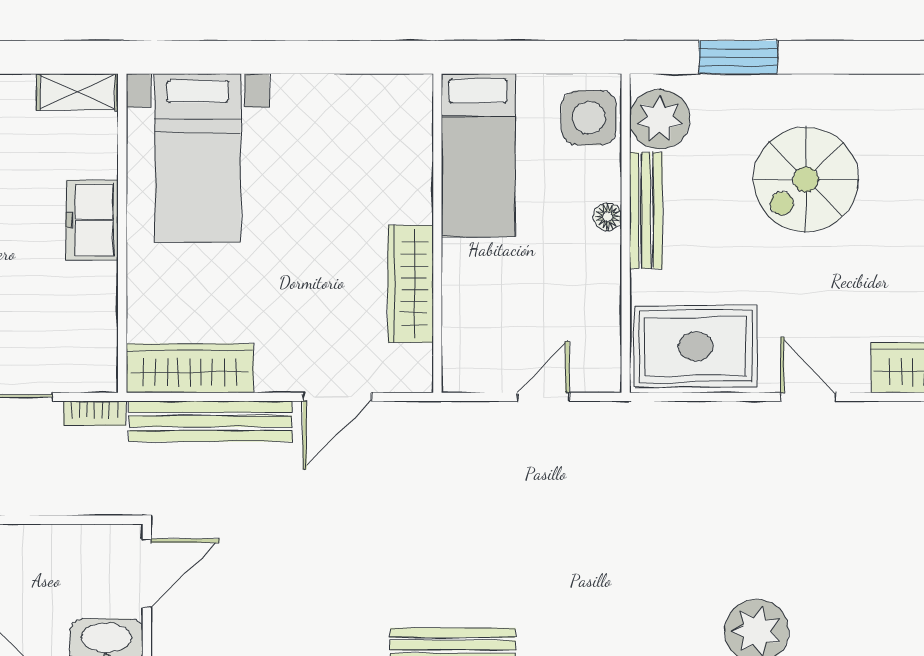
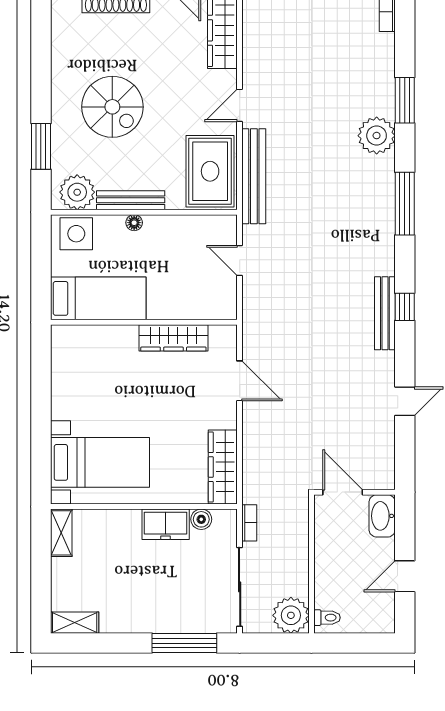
freezer: (92, 220) -> (166, 524), moved
boiler: (101, 331) -> (201, 519), added
bench: (210, 421) -> (254, 176), moved

